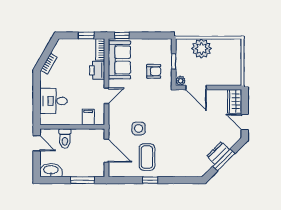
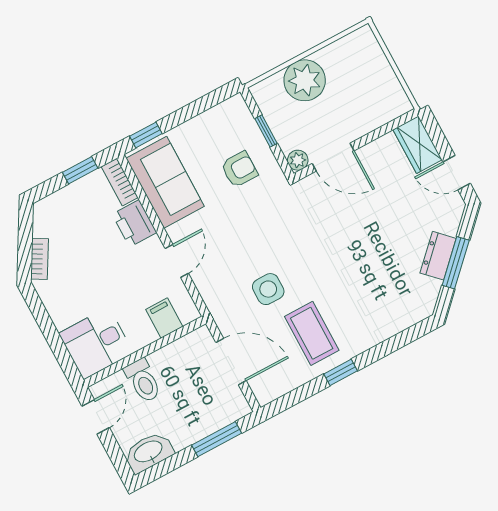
desk: (54, 101) -> (96, 343), moved
door: (37, 143) -> (96, 417), hinge flipped

